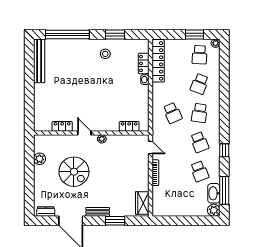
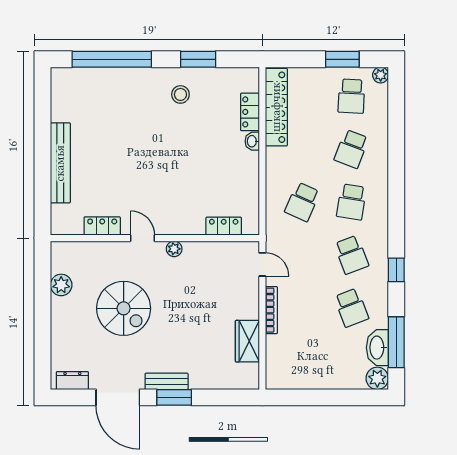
bench: (39, 61) -> (60, 163), moved
school desk: (172, 113) -> (302, 202), turned 48
wardrobe: (142, 203) -> (247, 341), moved
window: (115, 221) -> (174, 397), moved

